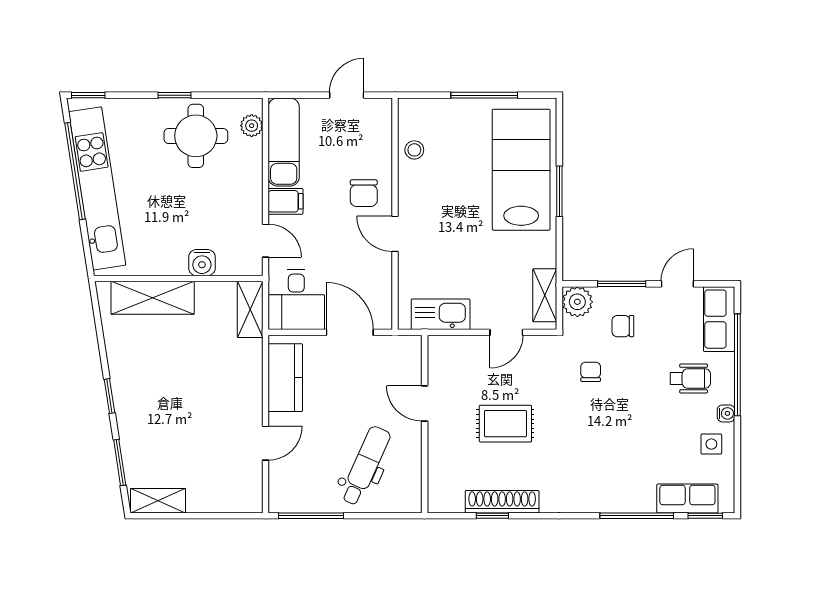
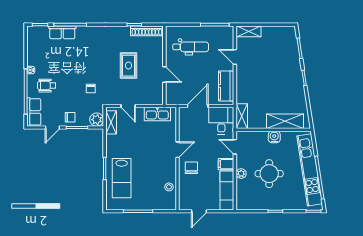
plant: (252, 126) -> (241, 174), moved
round table: (196, 136) -> (269, 174), moved
lab bench: (521, 170) -> (122, 178), width x0.73, depth x0.72
door: (395, 234) -> (178, 150), hinge flipped
water cooler: (202, 263) -> (274, 137), moved
chair: (623, 326) -> (70, 117), moved
door: (350, 332) -> (198, 106), swing flipped
door: (506, 332) -> (128, 106), swing flipped
rug: (505, 424) -> (129, 66), turned 90
door: (266, 443) -> (235, 57), hinge flipped
side table: (711, 444) -> (37, 56), removed
dental chair: (365, 466) -> (191, 47), turned -114
row of seats: (687, 498) -> (62, 32), moved
shelving: (158, 501) -> (249, 31), moved
shoe rack: (502, 502) -> (147, 31), moved

